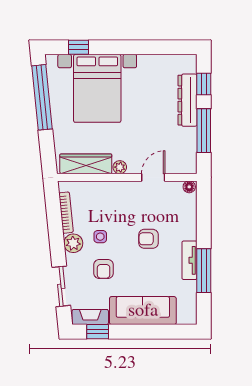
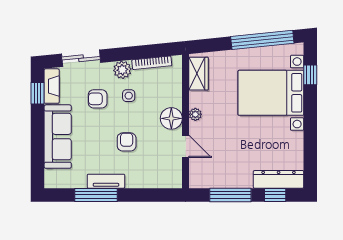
dresser: (188, 100) -> (279, 179), moved
wardrobe: (86, 164) -> (198, 74), width x0.67
floor lamp: (189, 187) -> (171, 118), moved, width x1.89, depth x1.89

